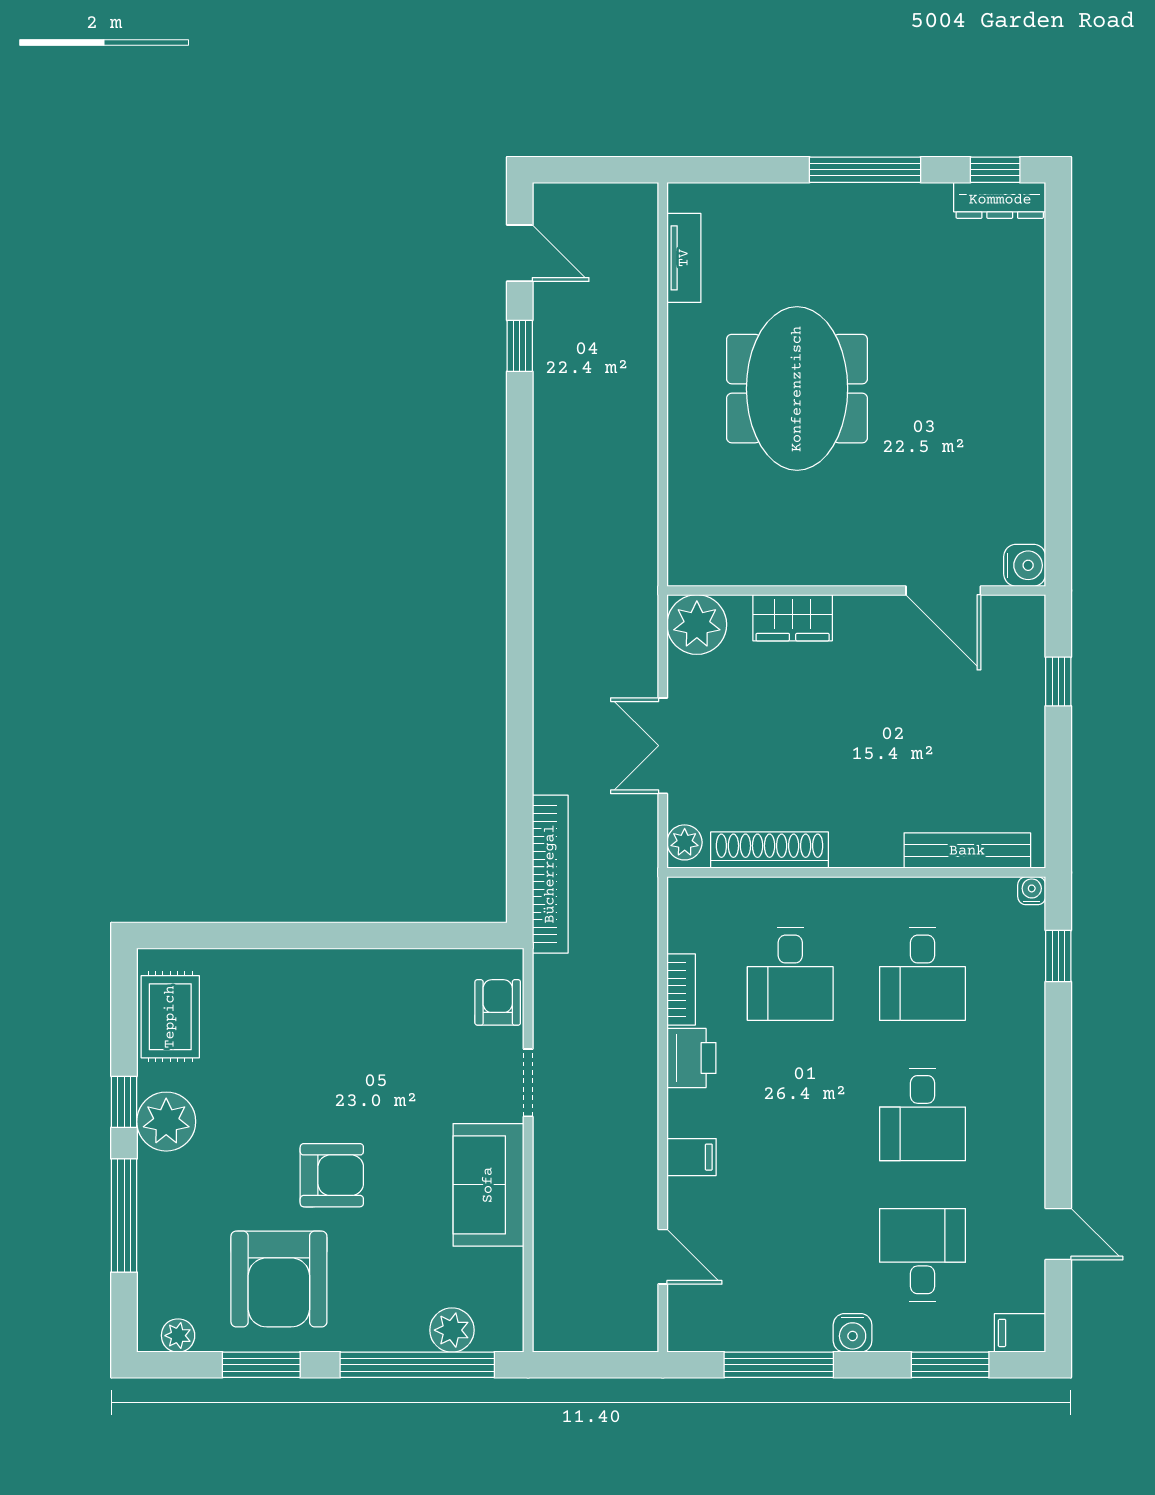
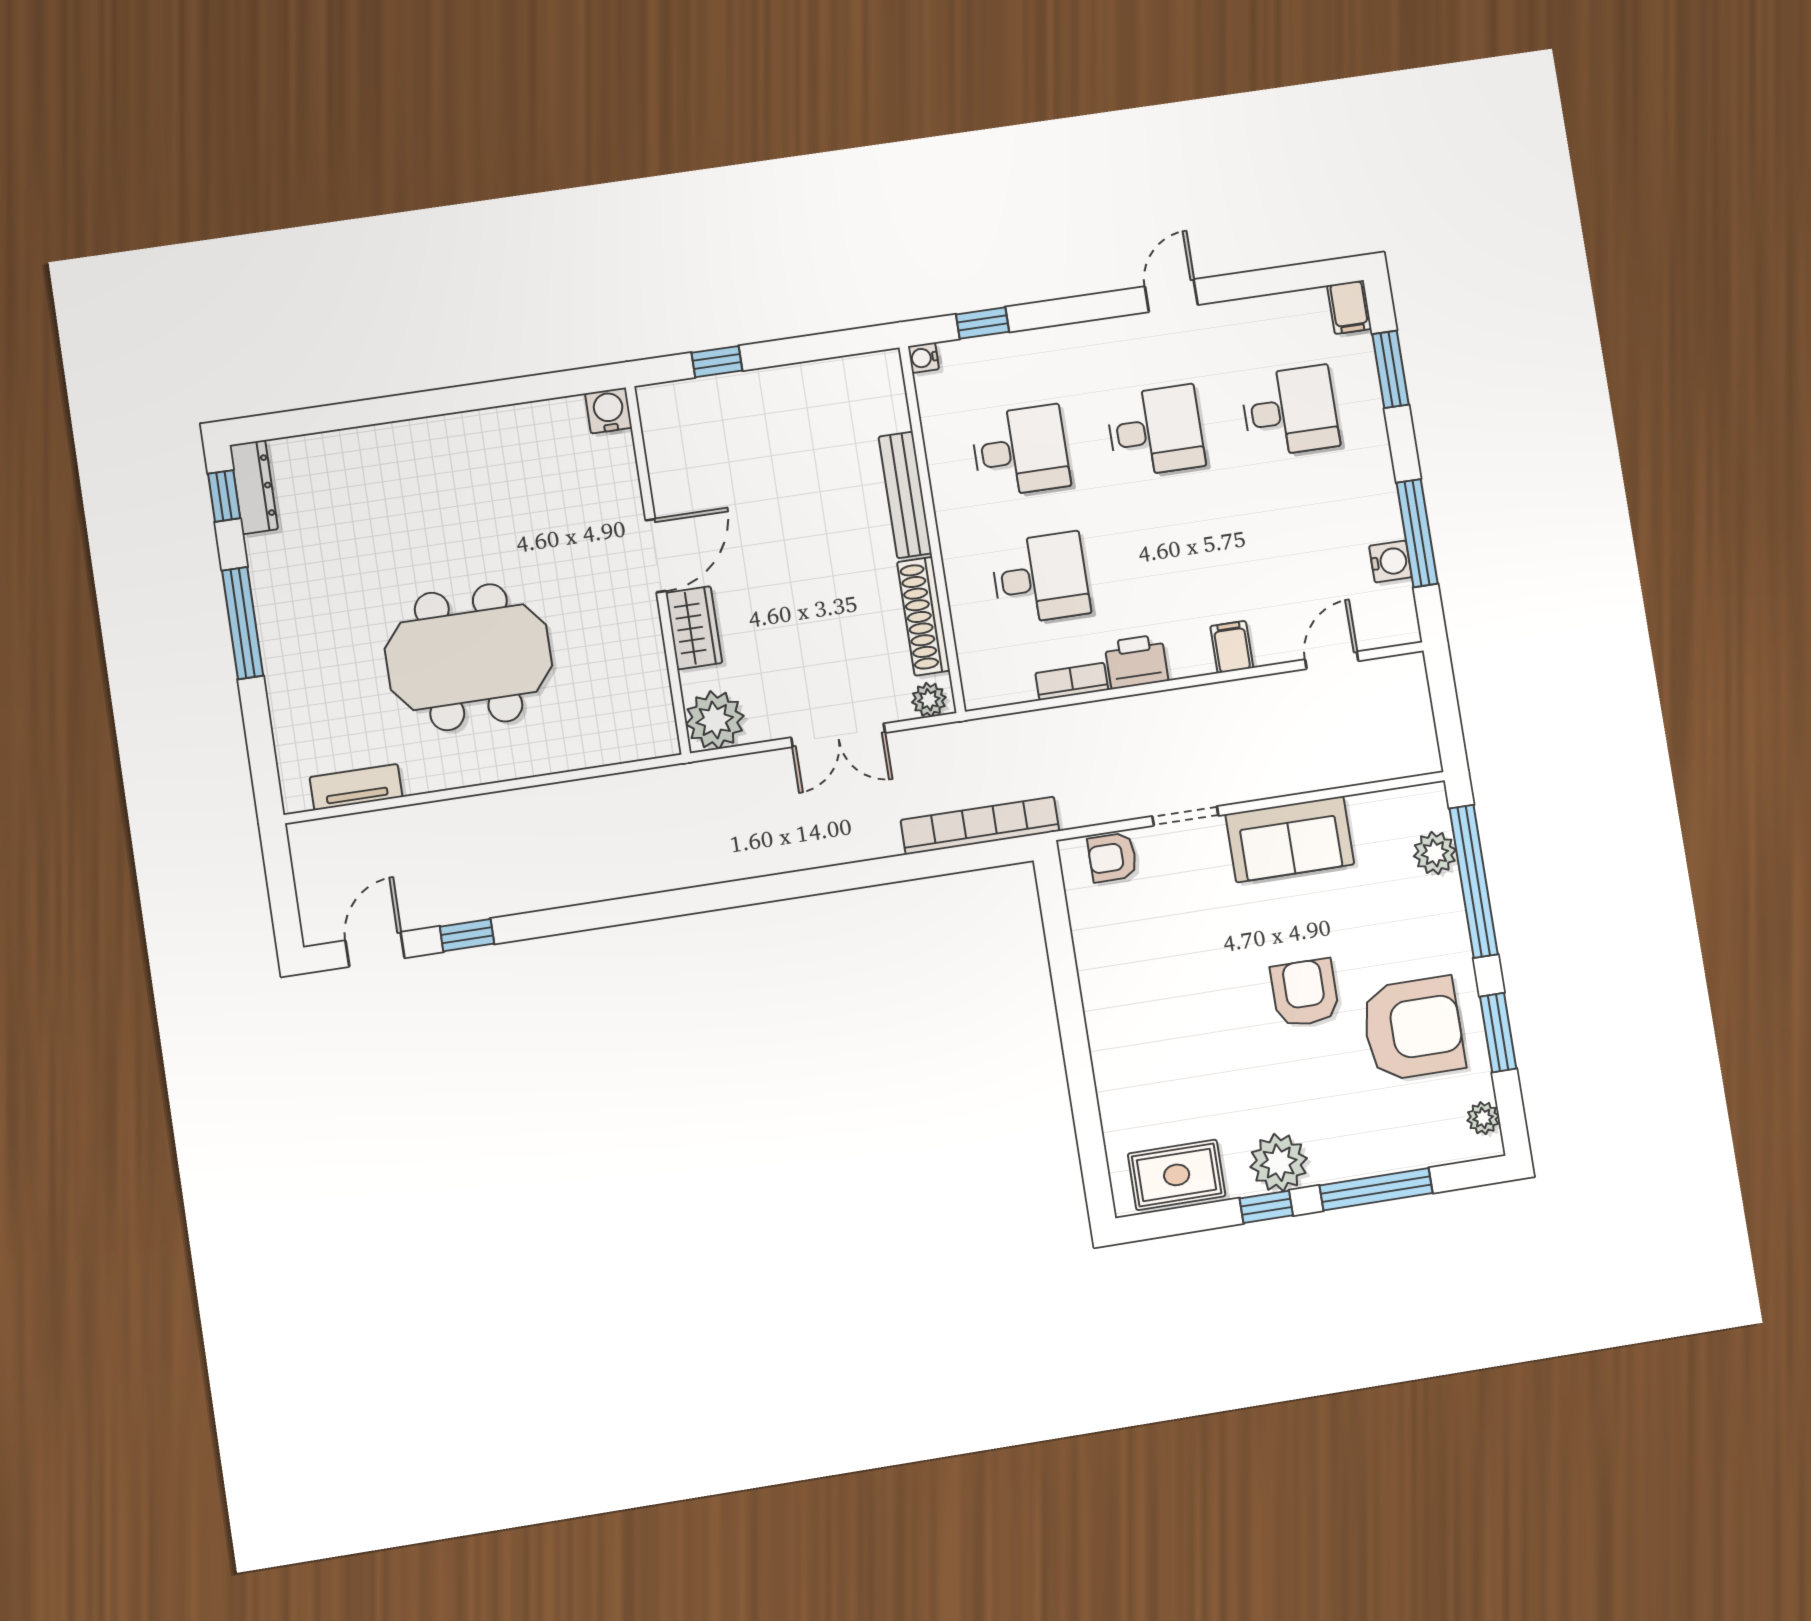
door: (943, 590) -> (656, 556), moved
bench: (967, 851) -> (905, 495), moved
door: (1058, 1234) -> (1171, 296), moved
desk: (922, 1255) -> (1290, 411), turned 180
water cooler: (853, 1333) -> (1390, 562), moved

